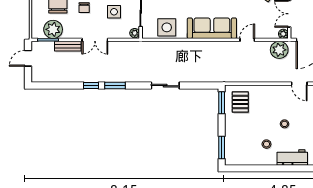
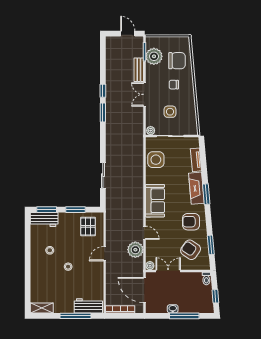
sofa: (212, 28) -> (155, 201), width x0.73
plant: (279, 50) -> (135, 250), moved
door: (299, 84) -> (105, 254), moved
sliding door: (165, 86) -> (103, 175), moved
pallet: (240, 102) -> (88, 226), turned 90
window: (222, 103) -> (76, 210), moved
workbench: (292, 157) -> (44, 219), moved, turned 90

